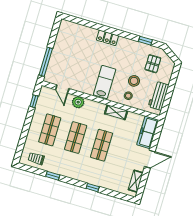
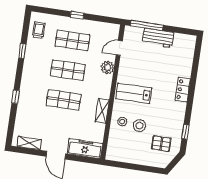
lab bench: (105, 82) -> (134, 93), turned 180
workbench: (158, 96) -> (158, 38), moved, turned 180
window: (34, 101) -> (77, 15), moved

